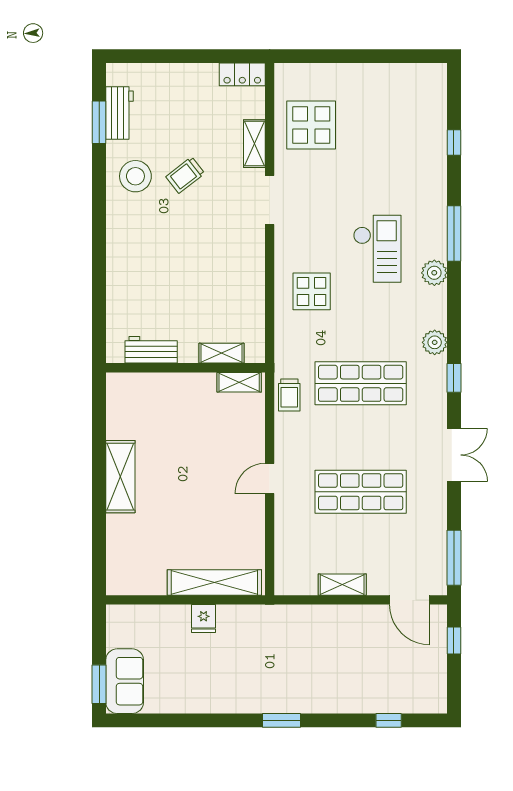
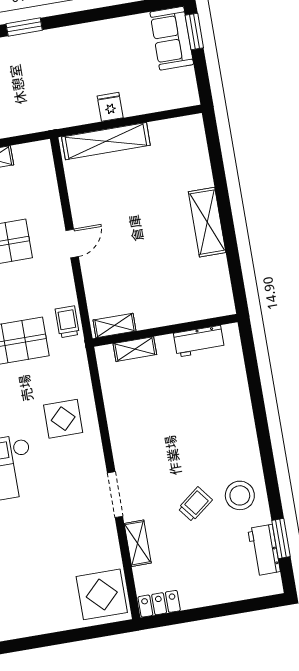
display table: (311, 125) -> (102, 594), moved

